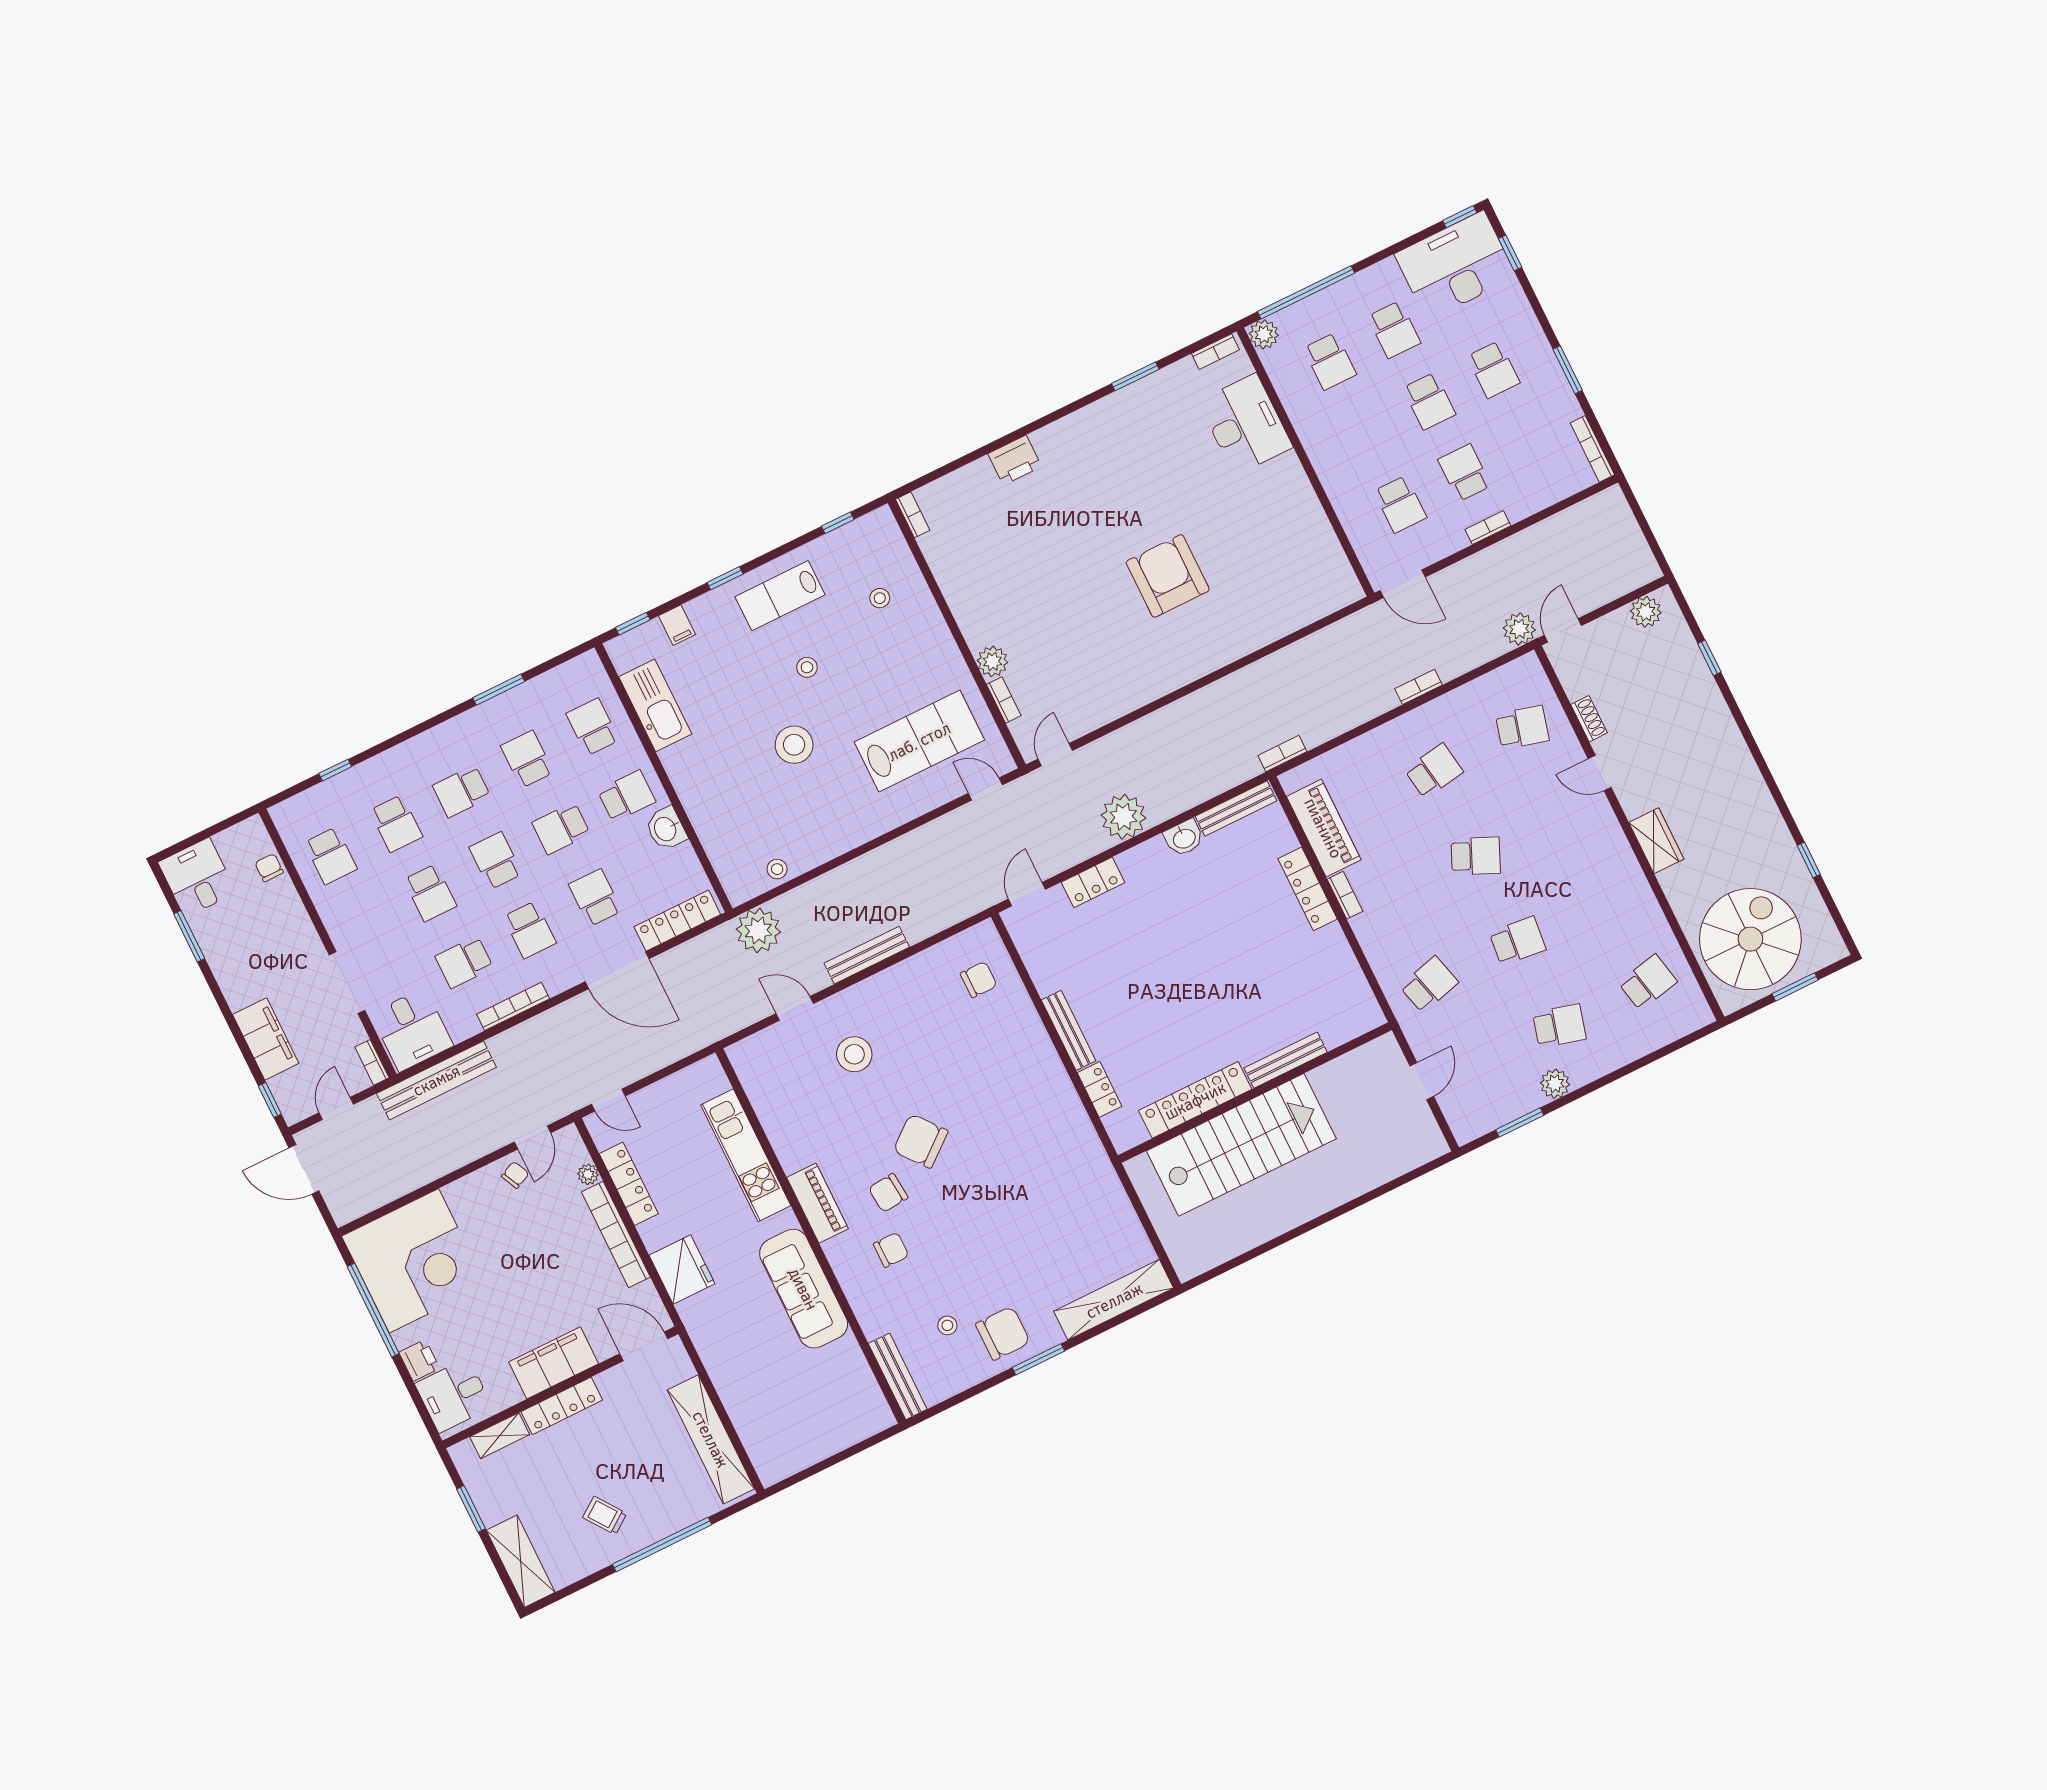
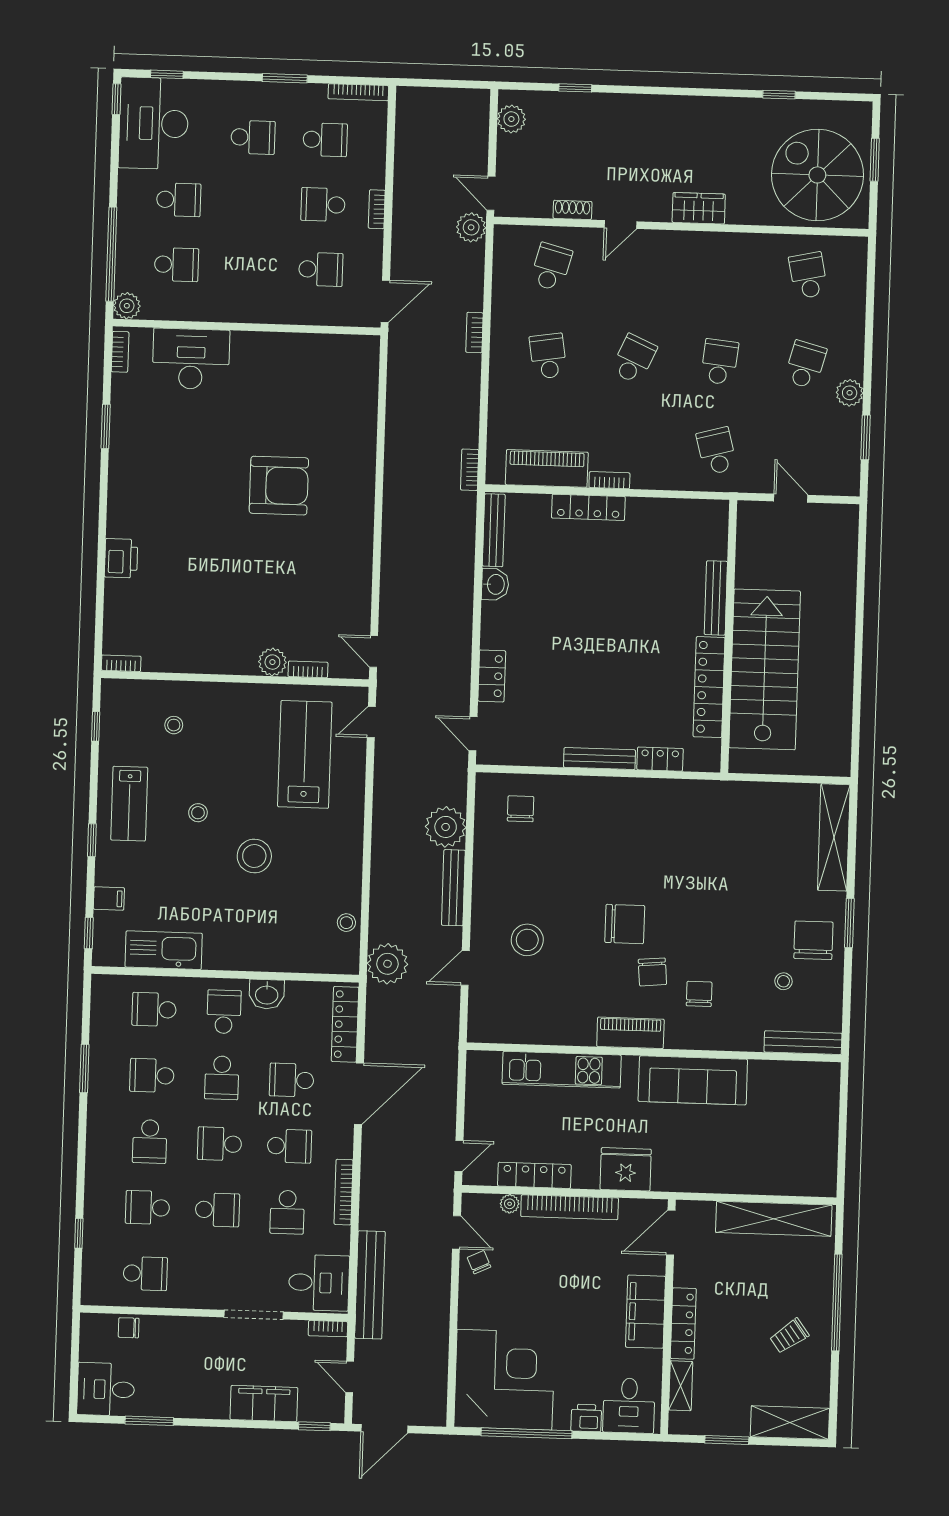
school desk: (1429, 401) -> (325, 140), moved
armchair: (1168, 576) -> (279, 486), turned 180
plant: (1123, 817) -> (446, 827), moved
school desk: (396, 824) -> (148, 1207), turned 180
chair: (921, 1141) -> (625, 924), turned -141

